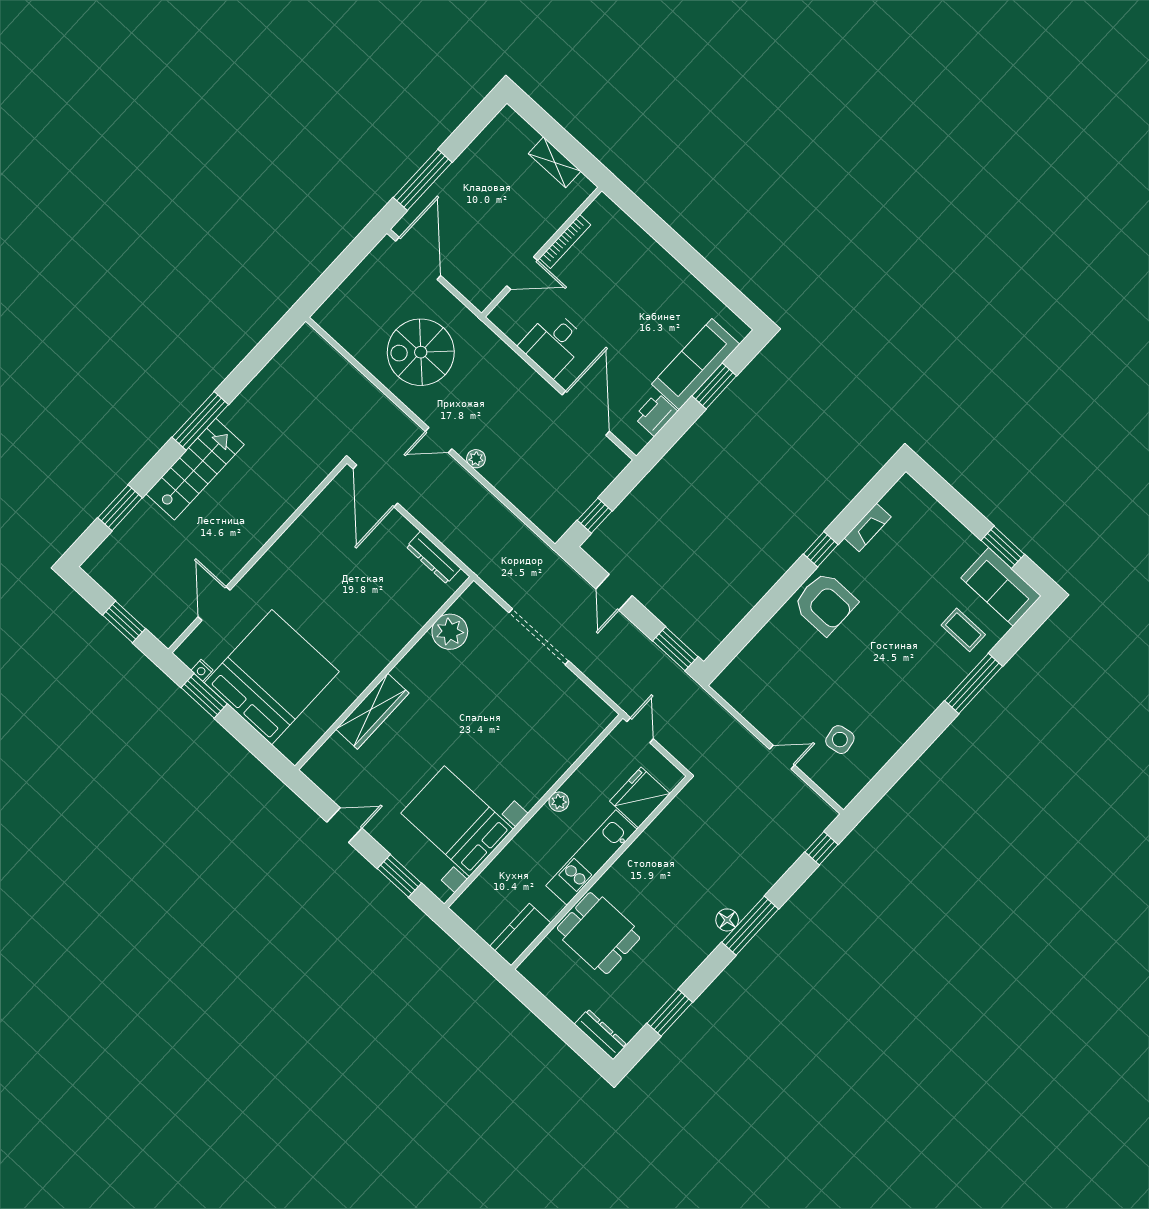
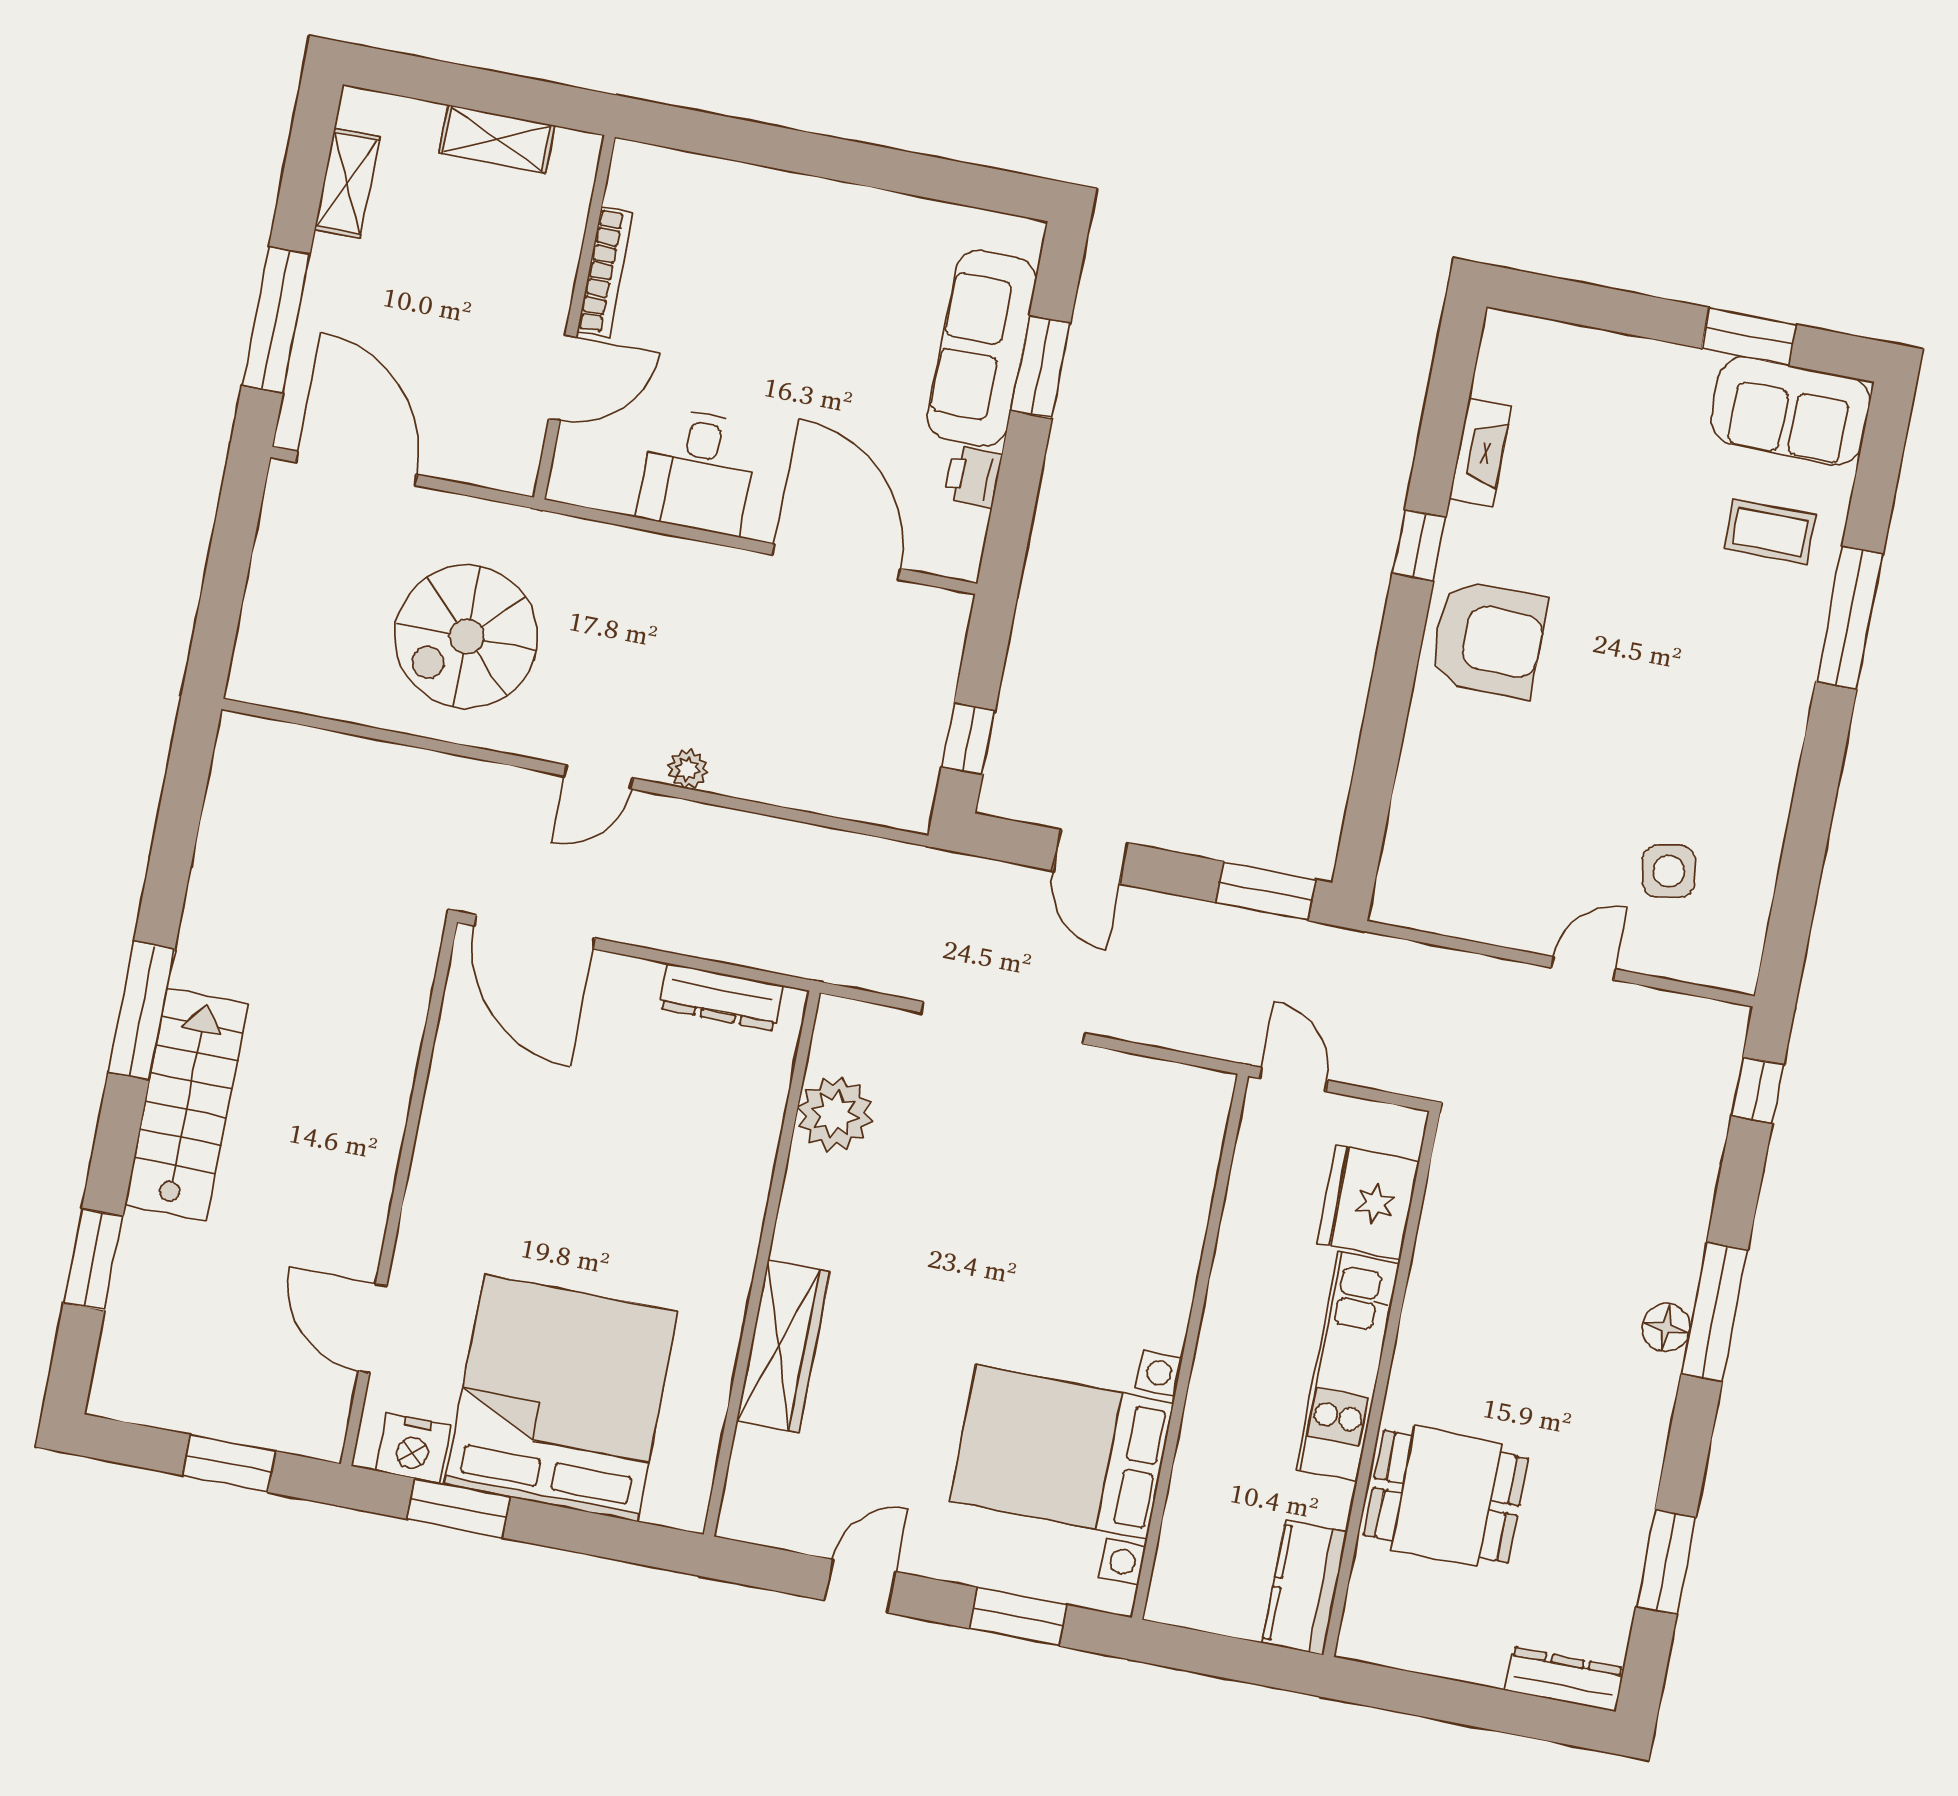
shelving: (484, 143) -> (347, 183), added
printer: (656, 414) -> (973, 476), width x0.73, depth x0.81
nightstand: (202, 670) -> (413, 1448), width x1.89, depth x1.79
plant: (559, 802) -> (1225, 1301), removed

